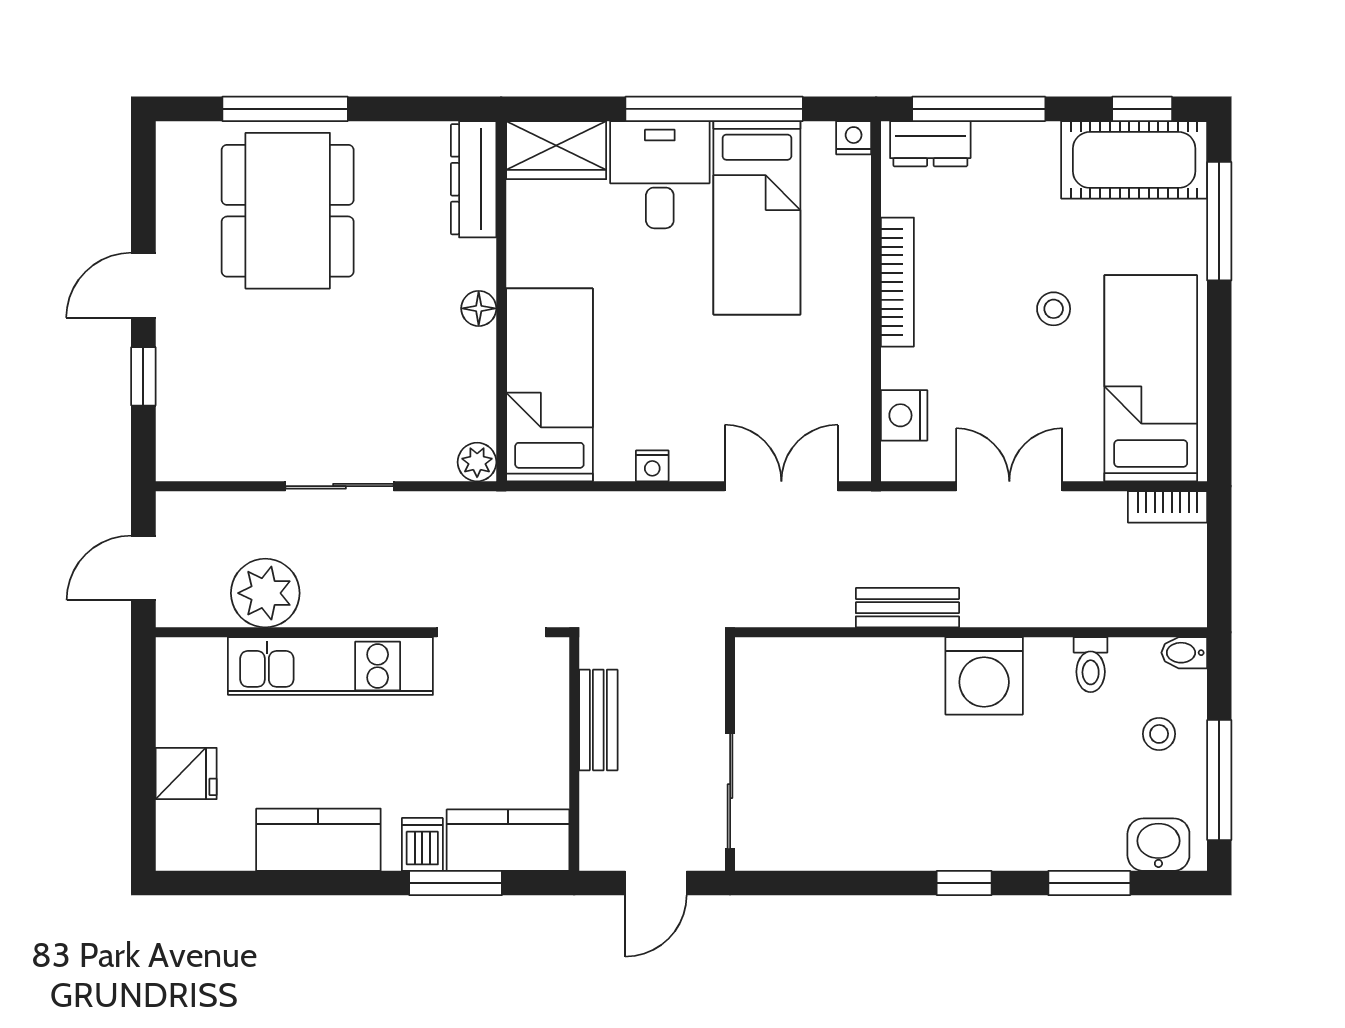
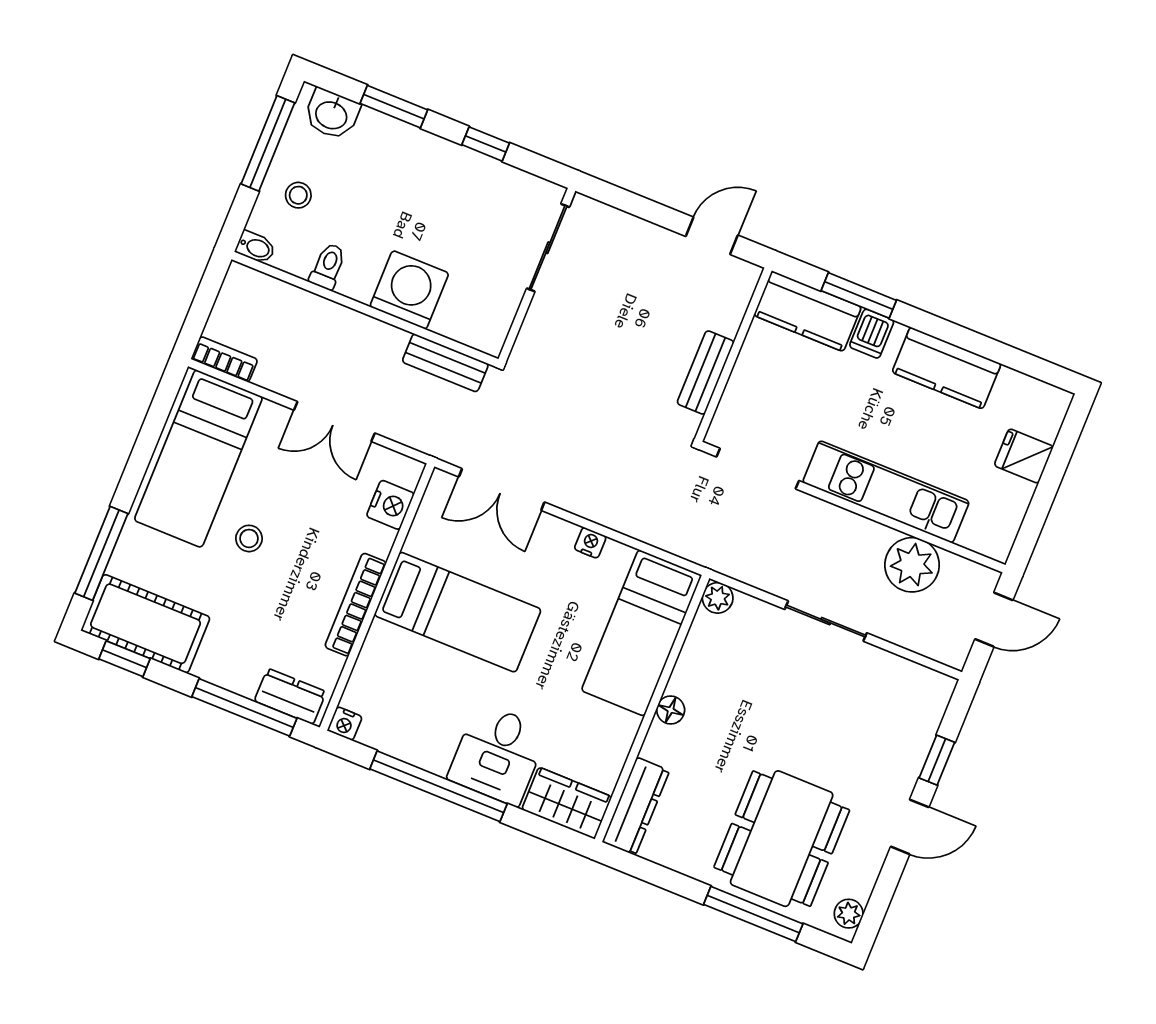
plant: (174, 155) -> (849, 914), added
bed: (757, 218) -> (458, 612), moved, turned 90
wall: (730, 754) -> (537, 275), moved
sliding door: (730, 791) -> (548, 248), moved

